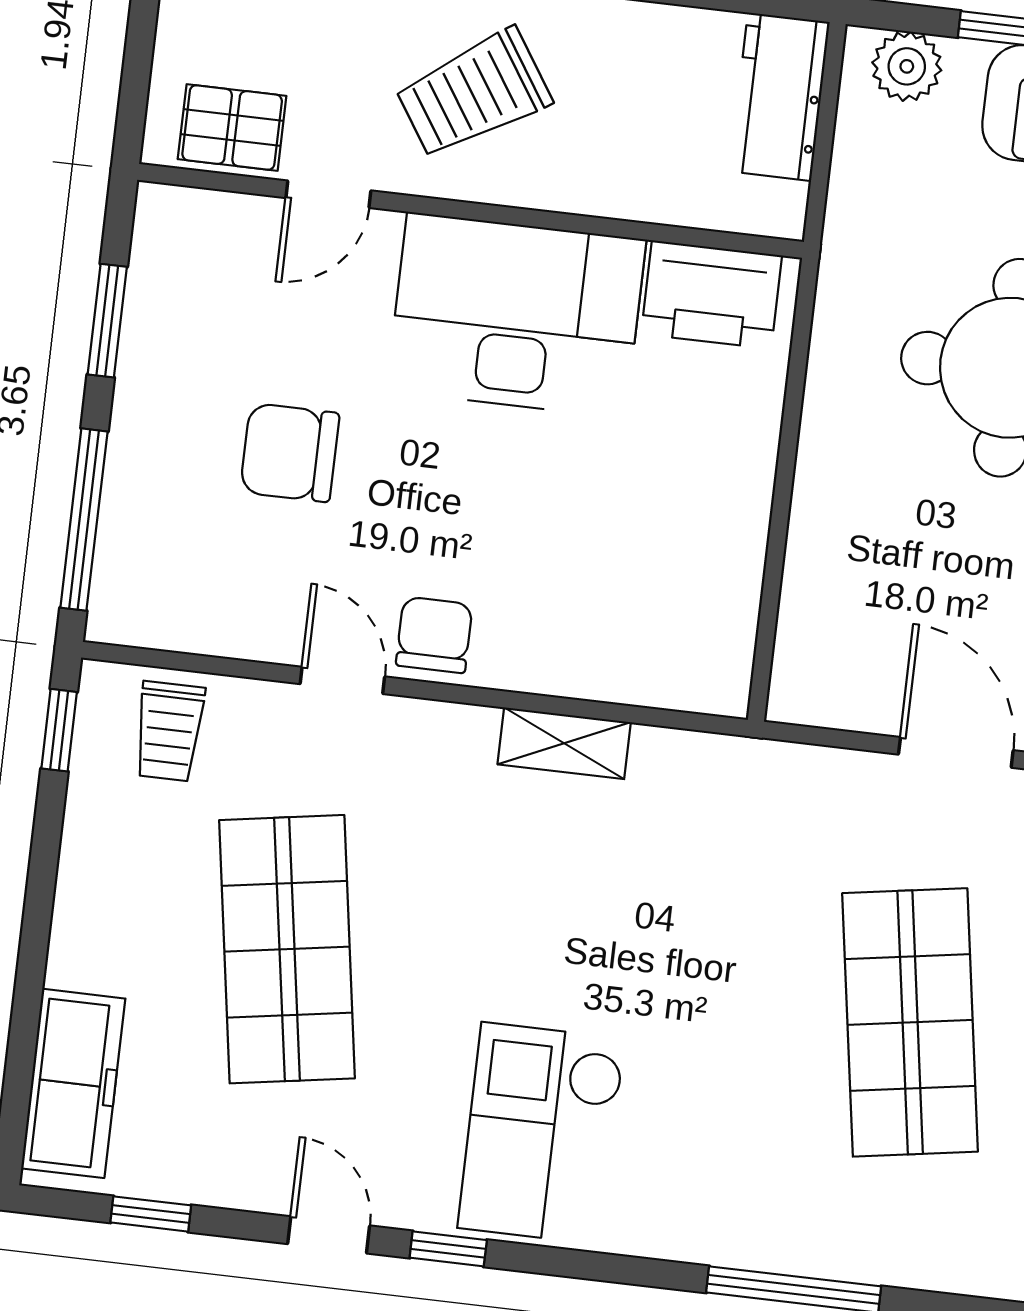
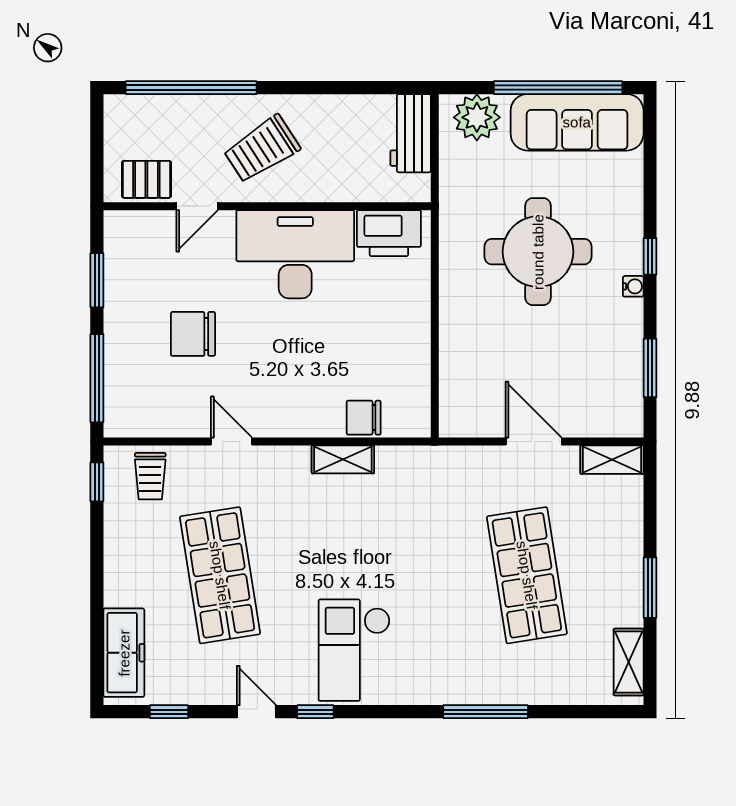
plant: (907, 66) -> (477, 117), width x1.36, depth x1.36
chair: (434, 635) -> (364, 418), moved, turned -90

